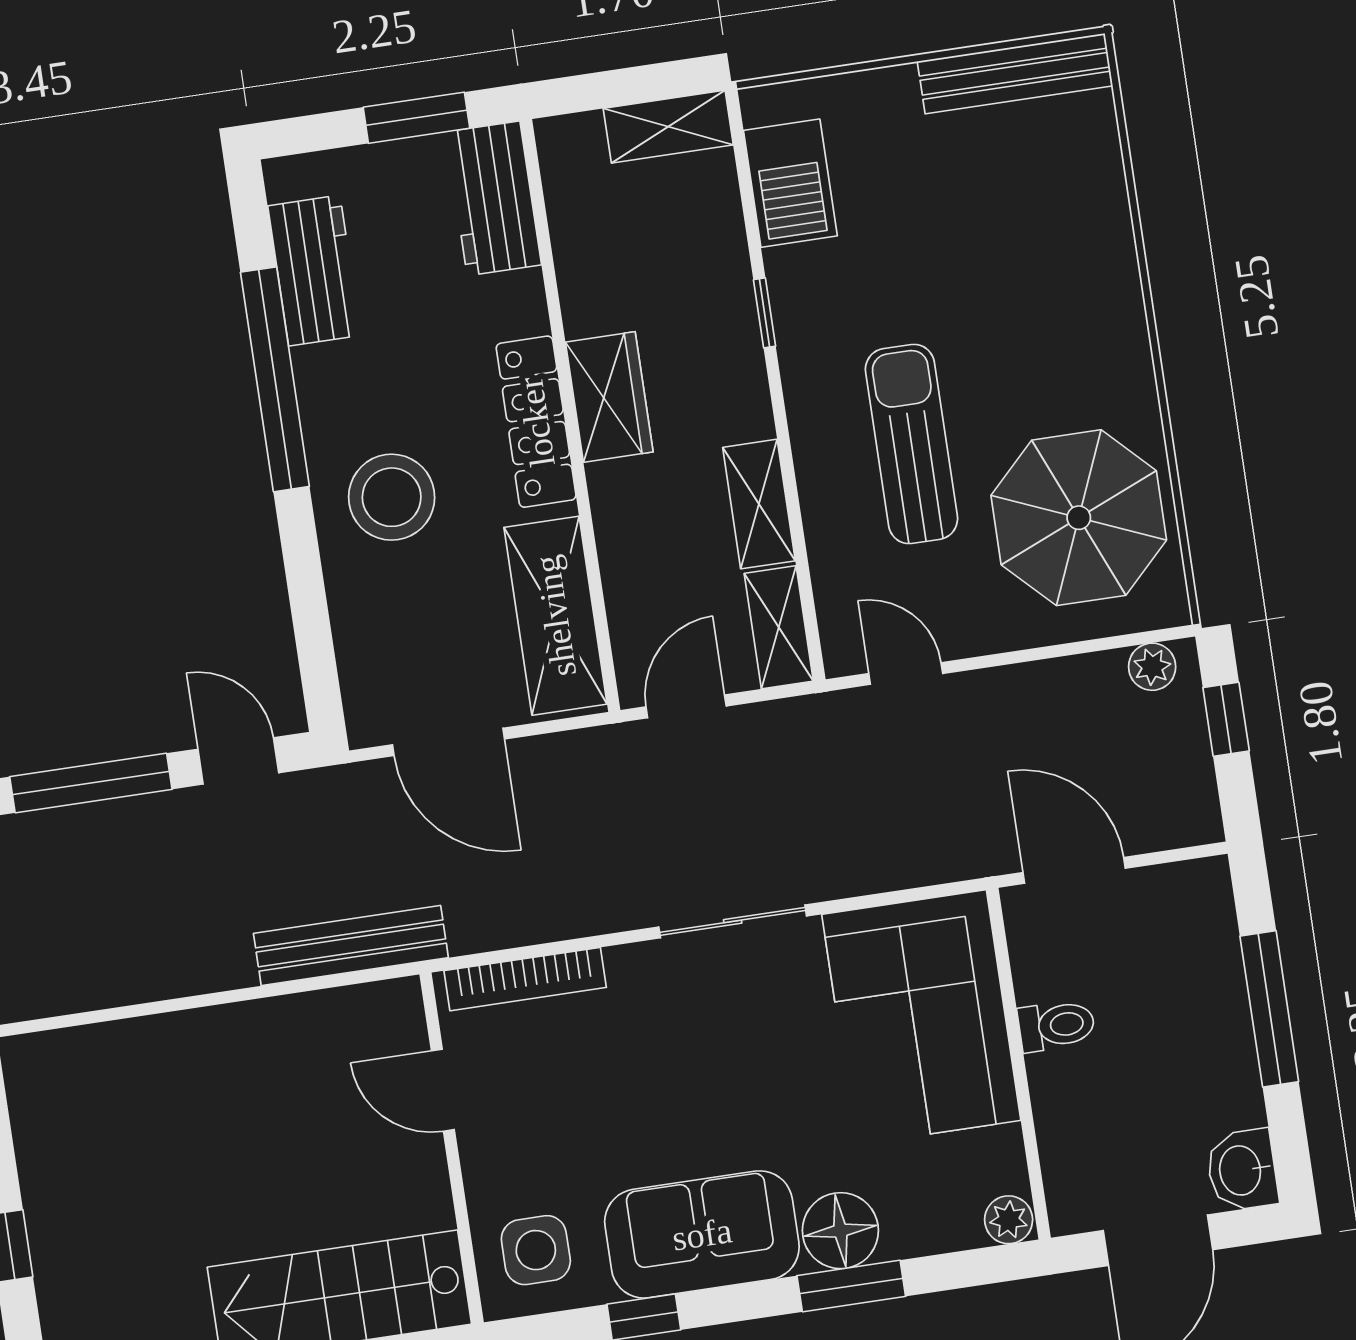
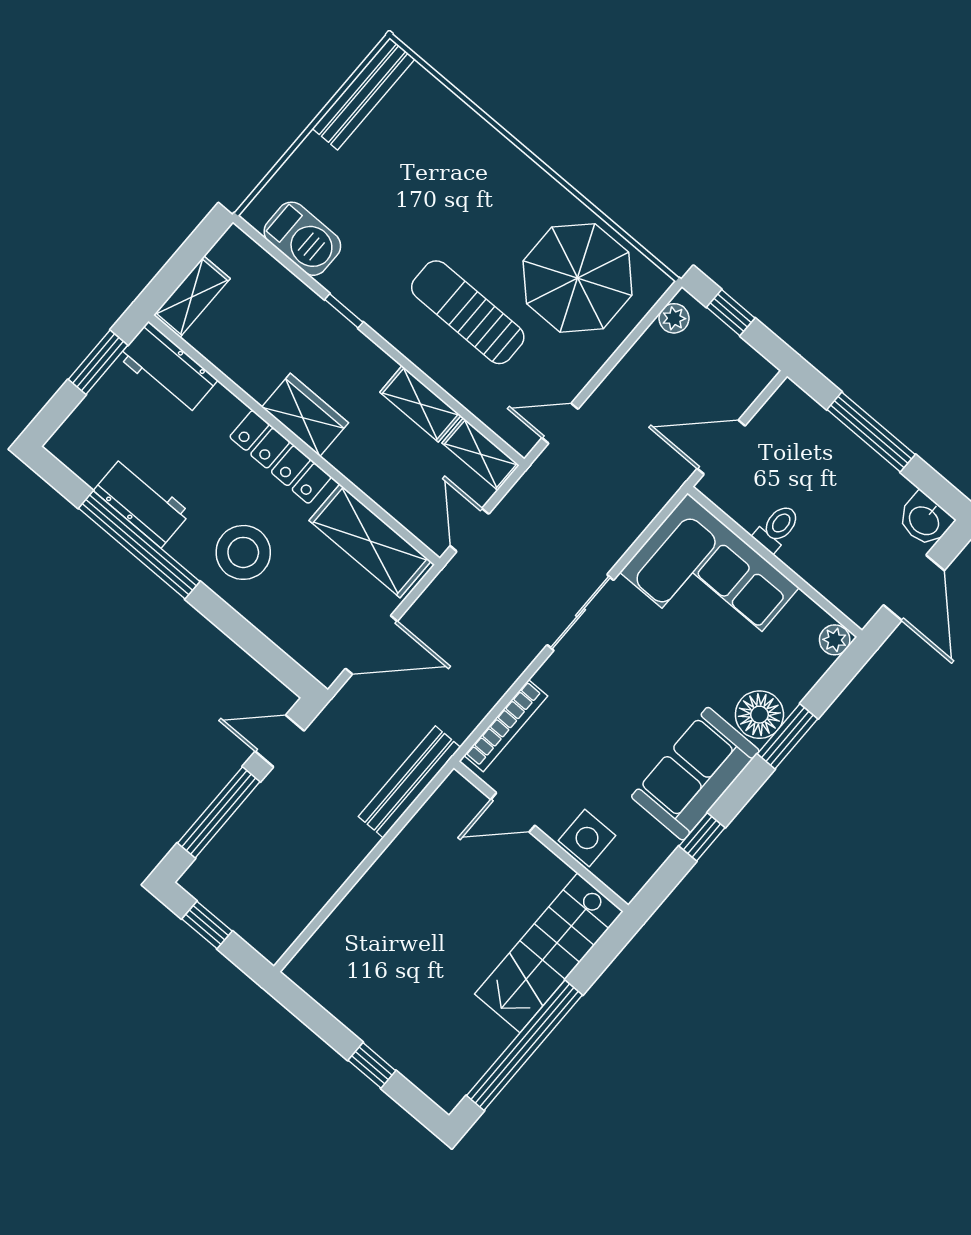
shelving: (668, 127) -> (192, 297), moved
workbench: (314, 271) -> (142, 502), moved
side table: (536, 1250) -> (587, 838), moved

